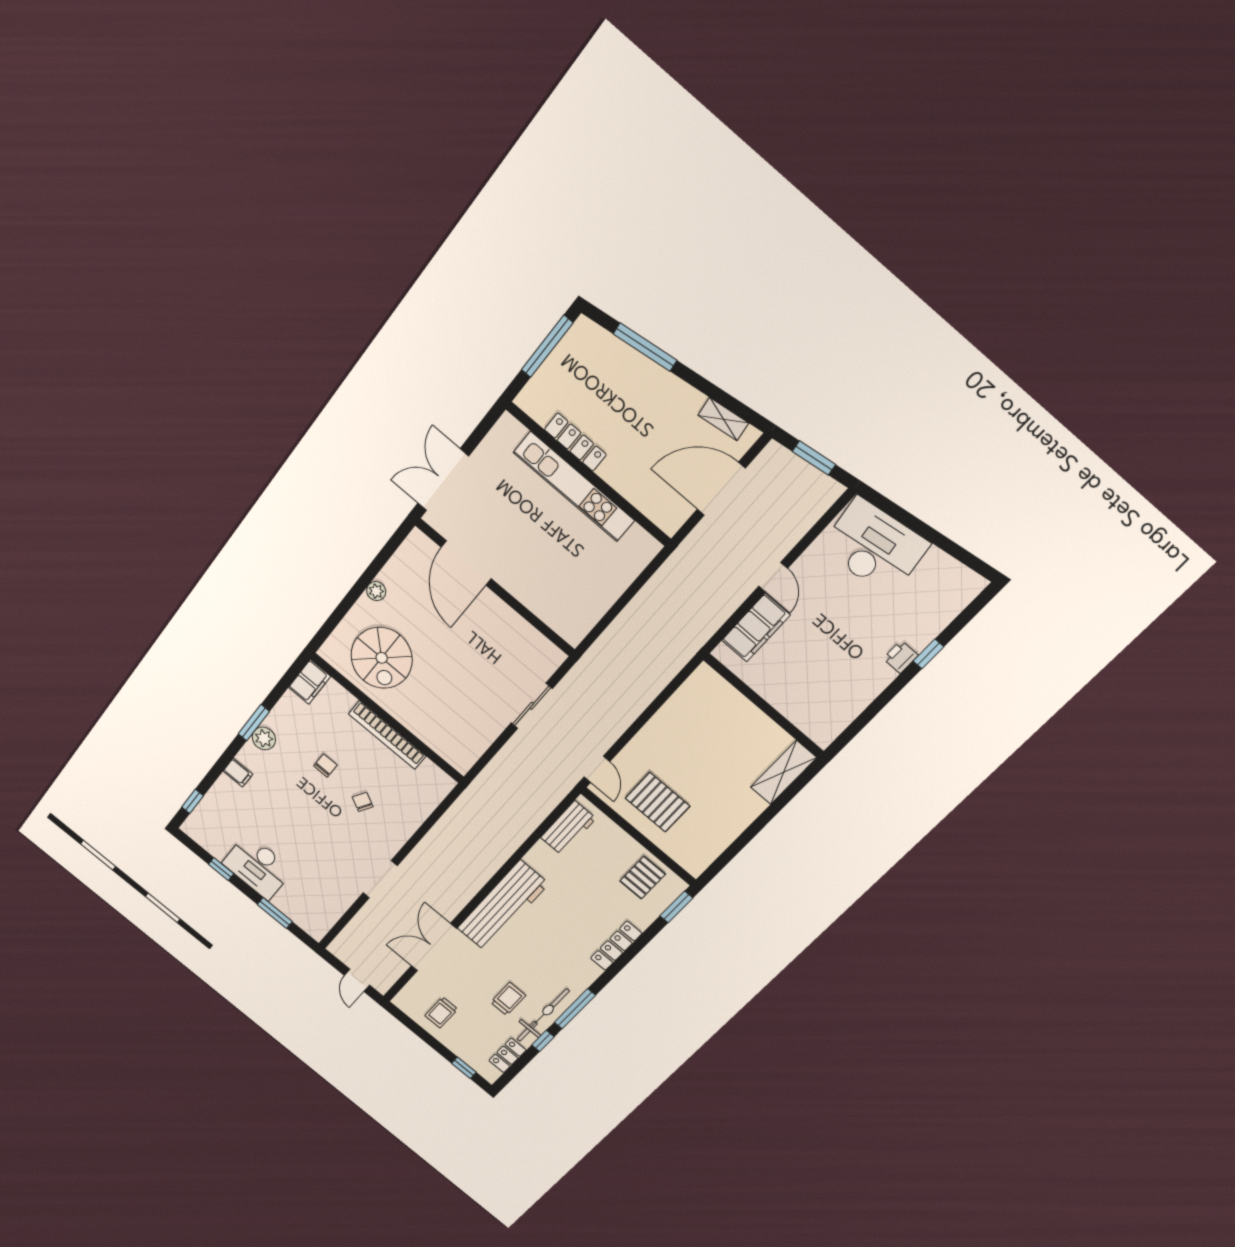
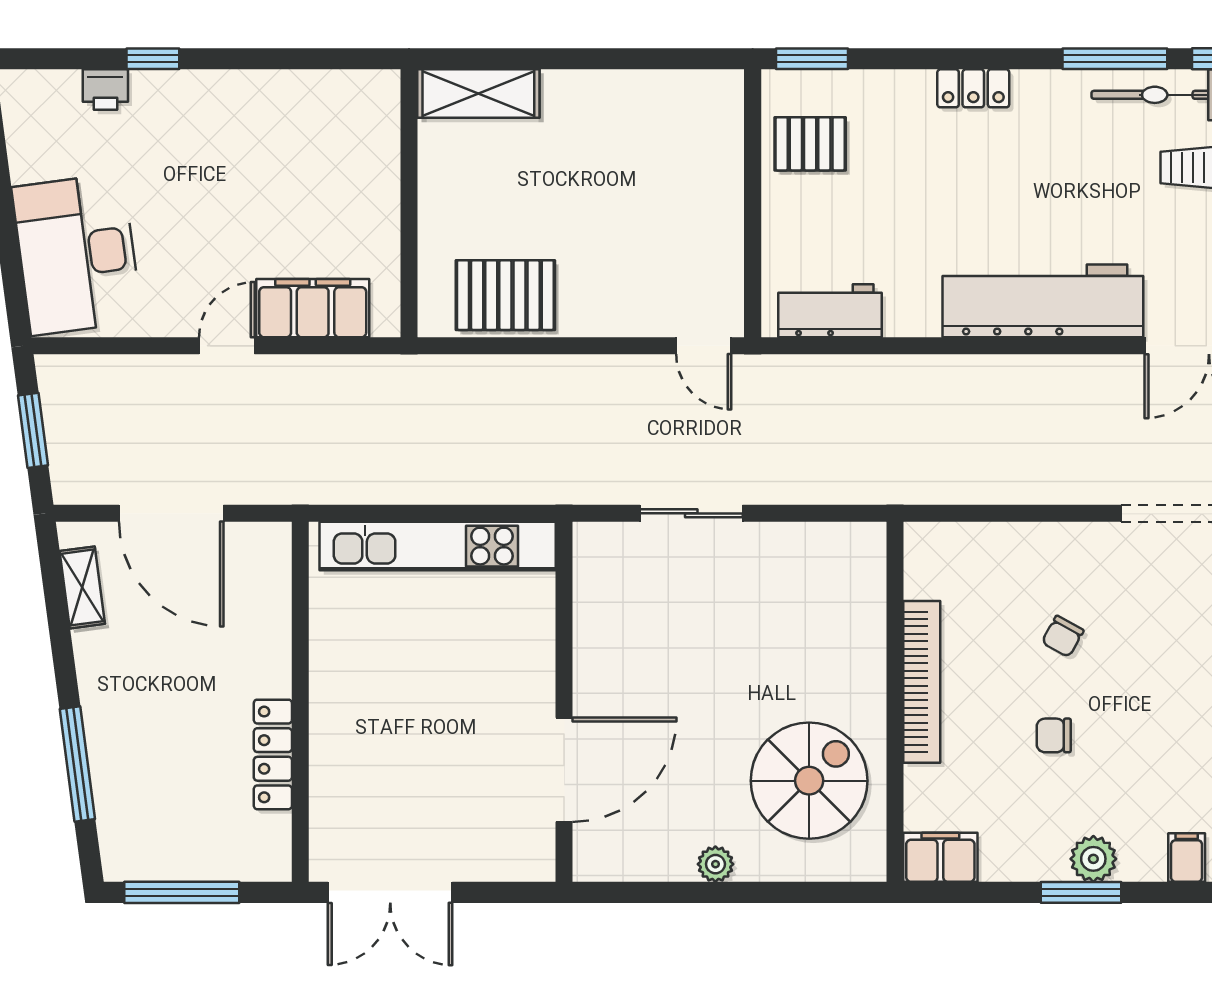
double door: (443, 480) -> (390, 892), moved
kitchen unit: (574, 487) -> (438, 546), moved, turned 90
printer: (901, 657) -> (105, 90), moved
door: (597, 769) -> (704, 346), swing flipped
pallet: (657, 802) -> (505, 295), moved, turned 90
locker: (616, 946) -> (973, 88), width x0.66

